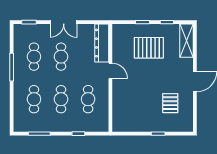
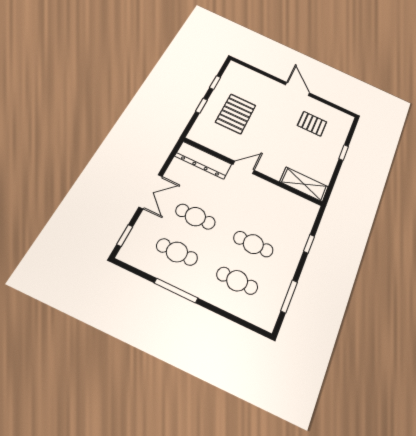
shelving: (187, 41) -> (304, 184), moved
cafe table: (88, 99) -> (268, 210), removed

